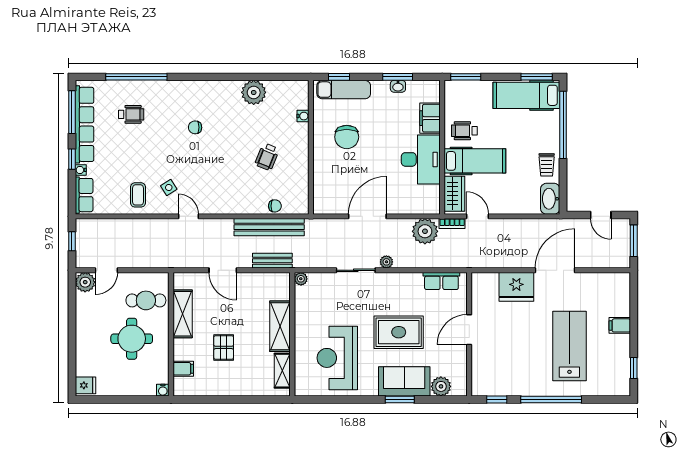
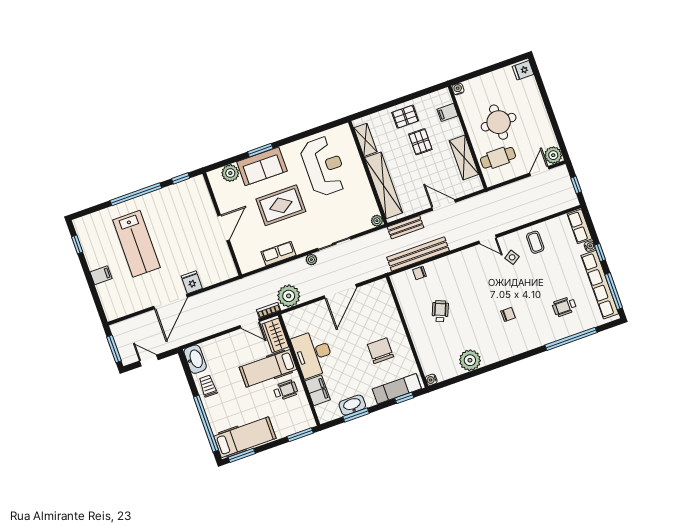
washbasin: (398, 86) -> (352, 405), width x1.91, depth x1.45
water cooler: (303, 116) -> (431, 380), moved
row of seats: (441, 281) -> (278, 254), moved
fridge: (516, 287) -> (192, 282), width x0.53, depth x0.75
shelving: (280, 326) -> (384, 185), width x1.47
pallet: (230, 380) -> (405, 117), added

